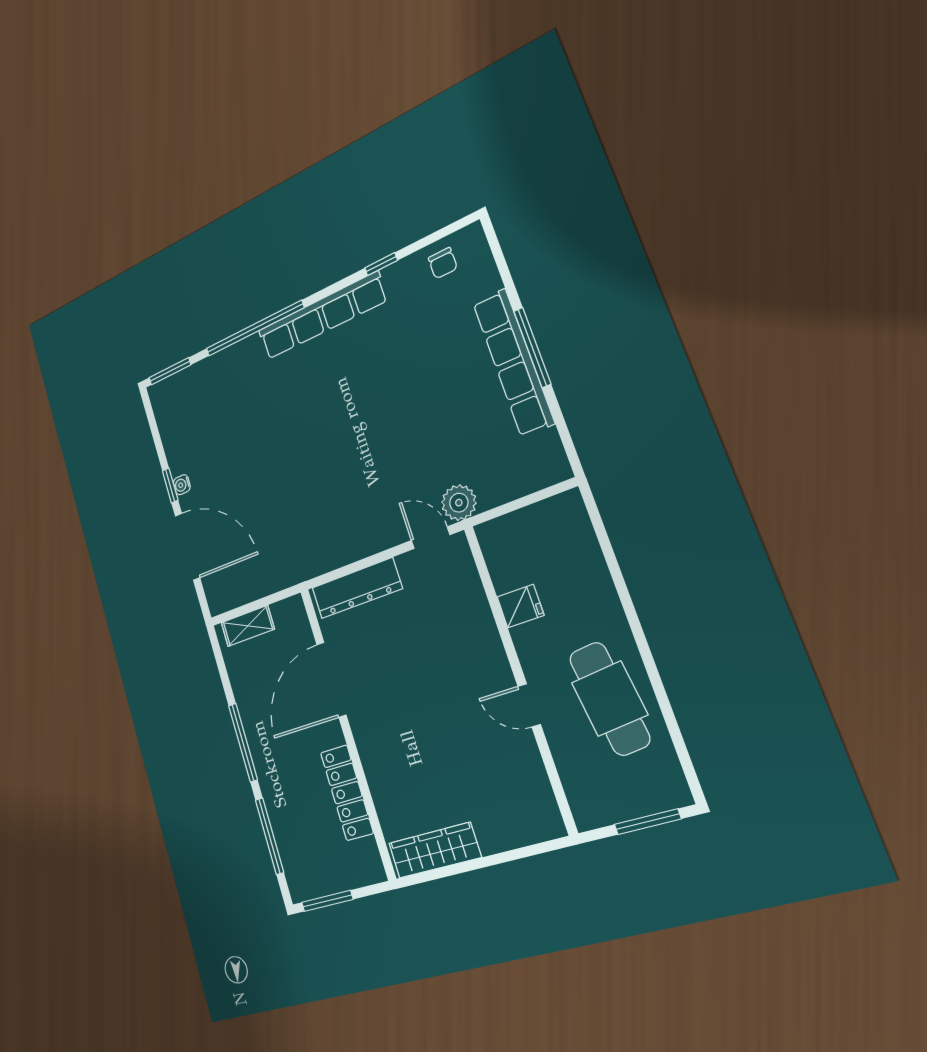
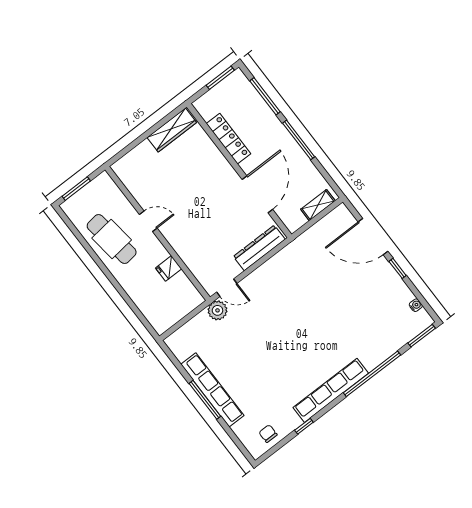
water cooler: (182, 485) -> (416, 305), moved

